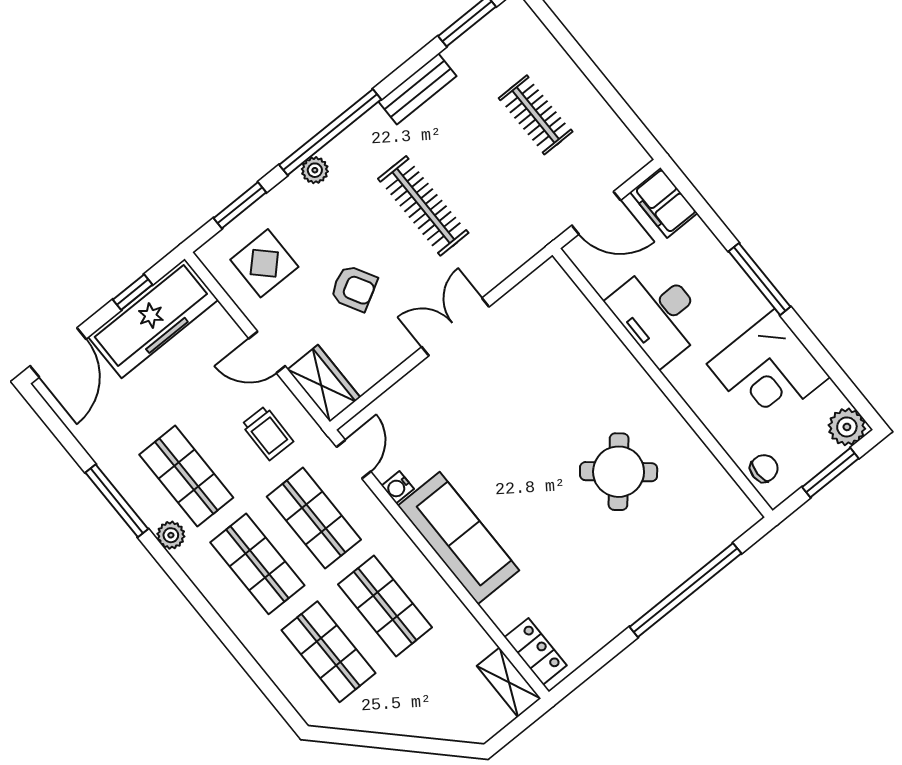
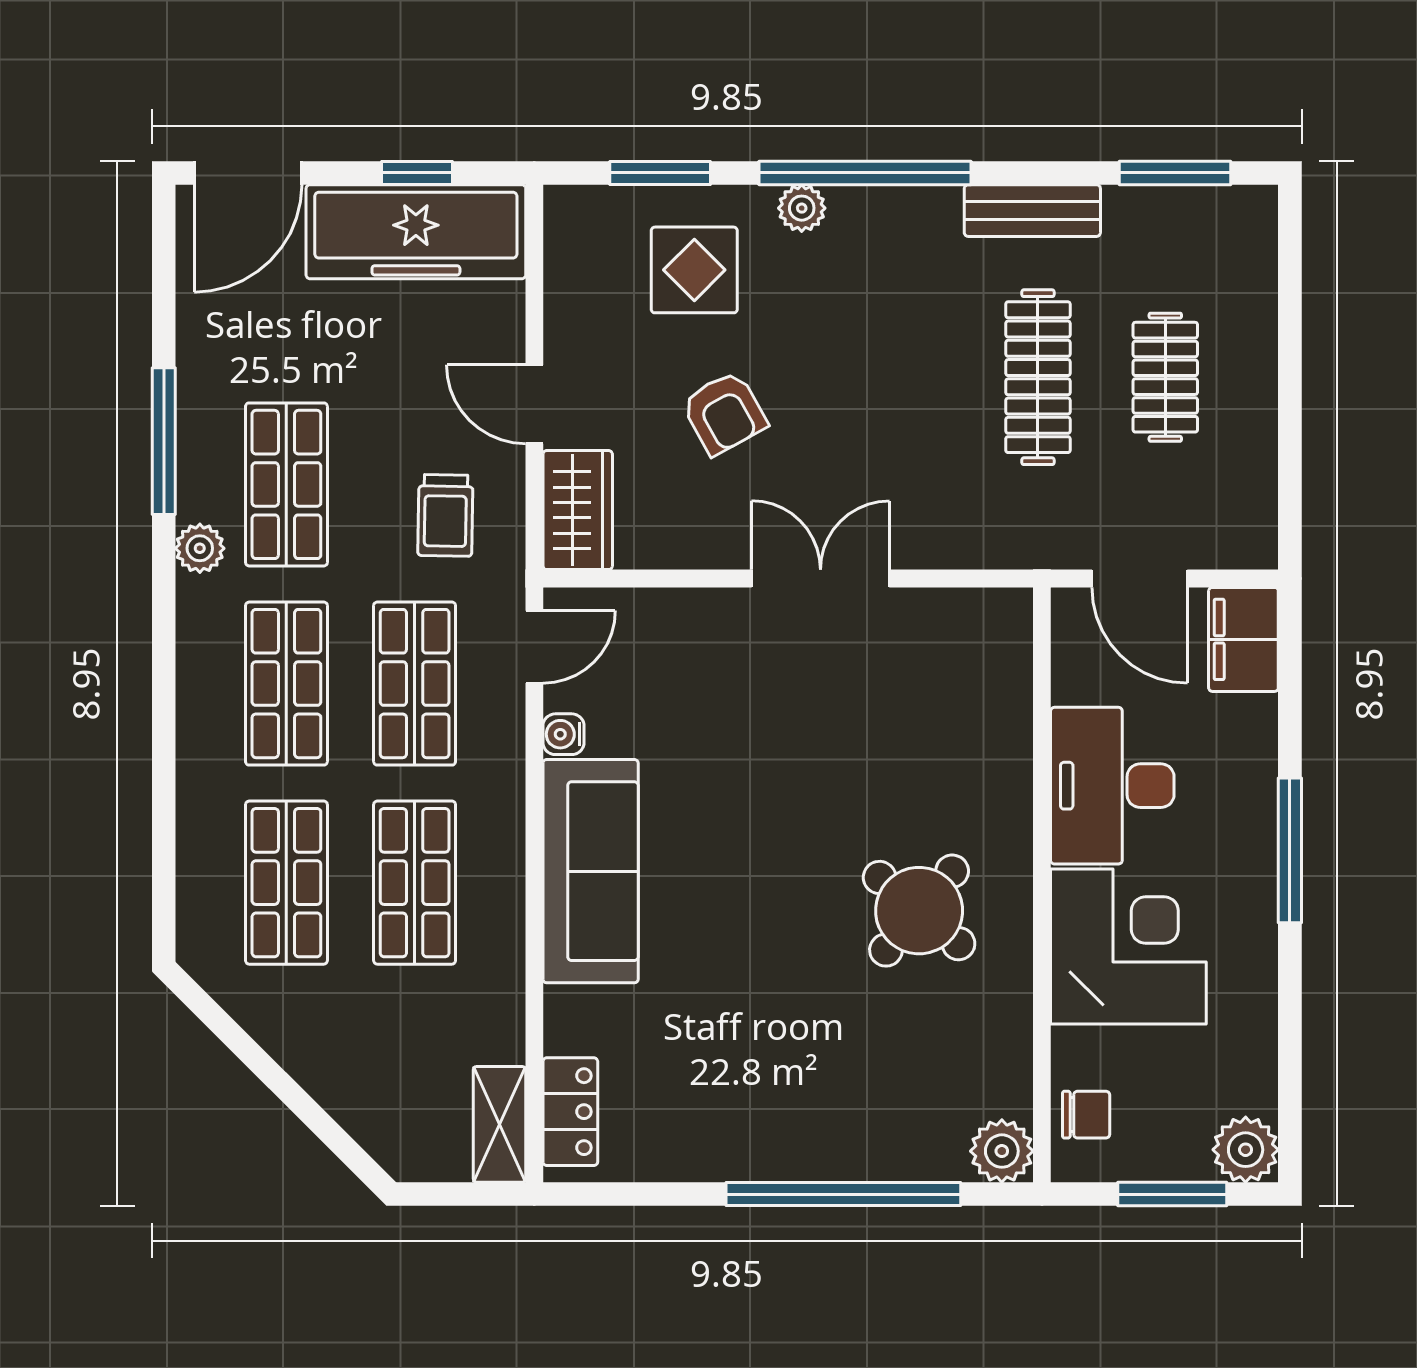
clothes rail: (423, 206) -> (1038, 377), moved
display table: (264, 263) -> (694, 270), moved
corner desk: (768, 371) -> (1128, 946), moved, turned 180
round table: (619, 472) -> (919, 911), moved
plant: (740, 515) -> (1002, 1151), added

